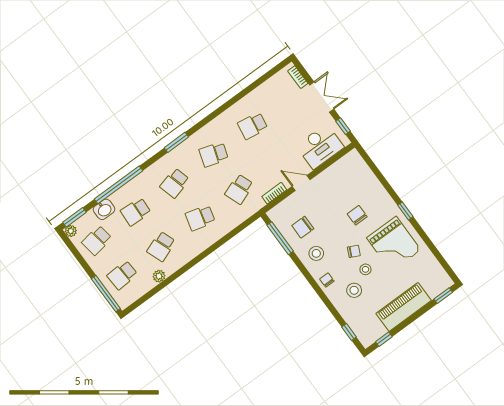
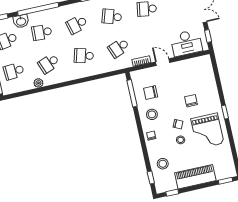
stool: (354, 290) -> (163, 164), moved

